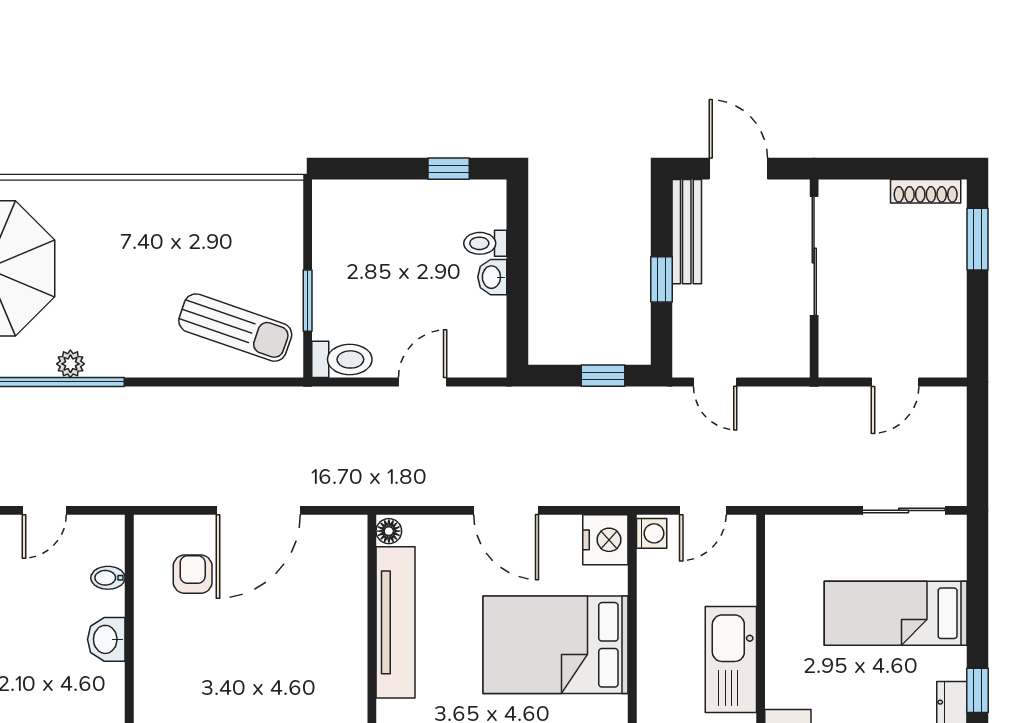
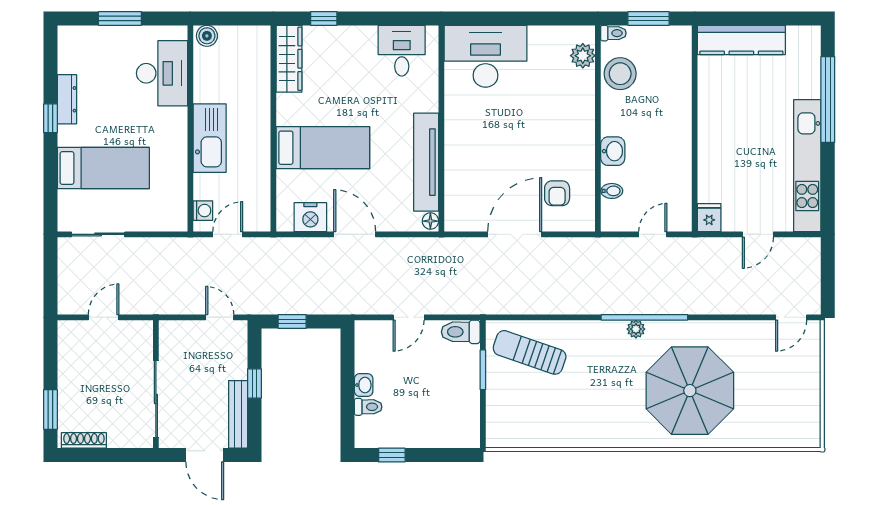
washing machine: (652, 533) -> (203, 211), moved, turned 180
nightstand: (605, 540) -> (310, 217), moved, turned -90
bed: (555, 645) -> (323, 148), width x0.67

